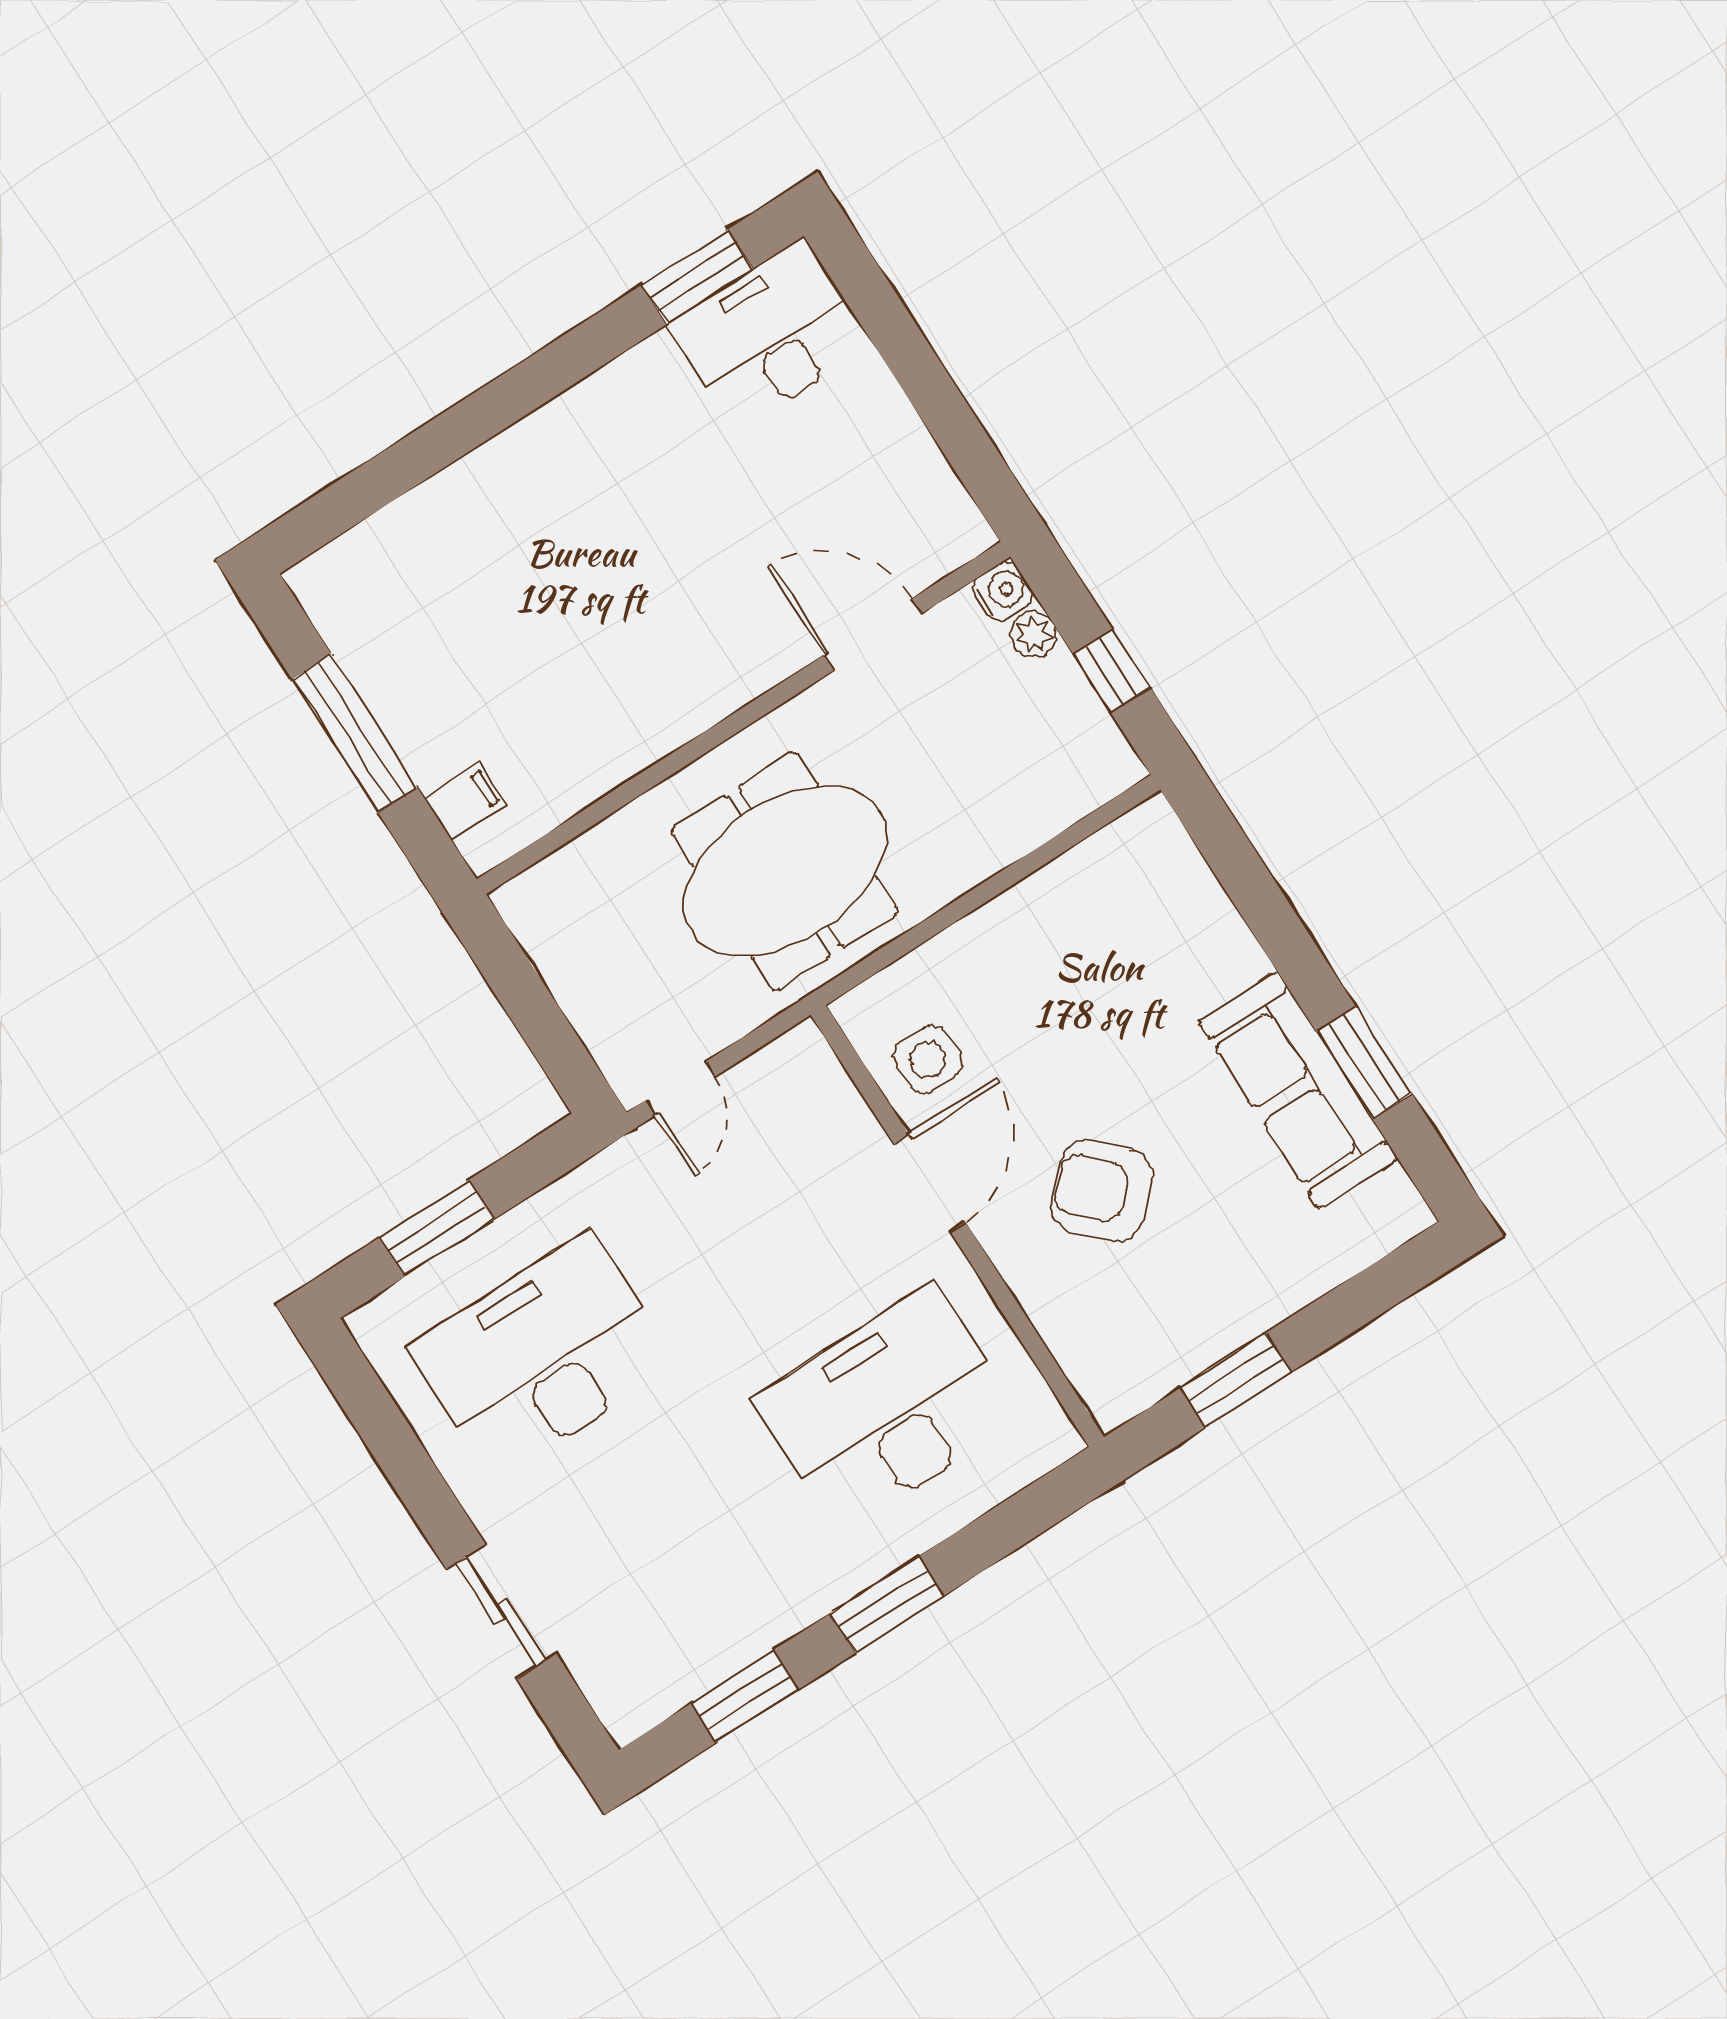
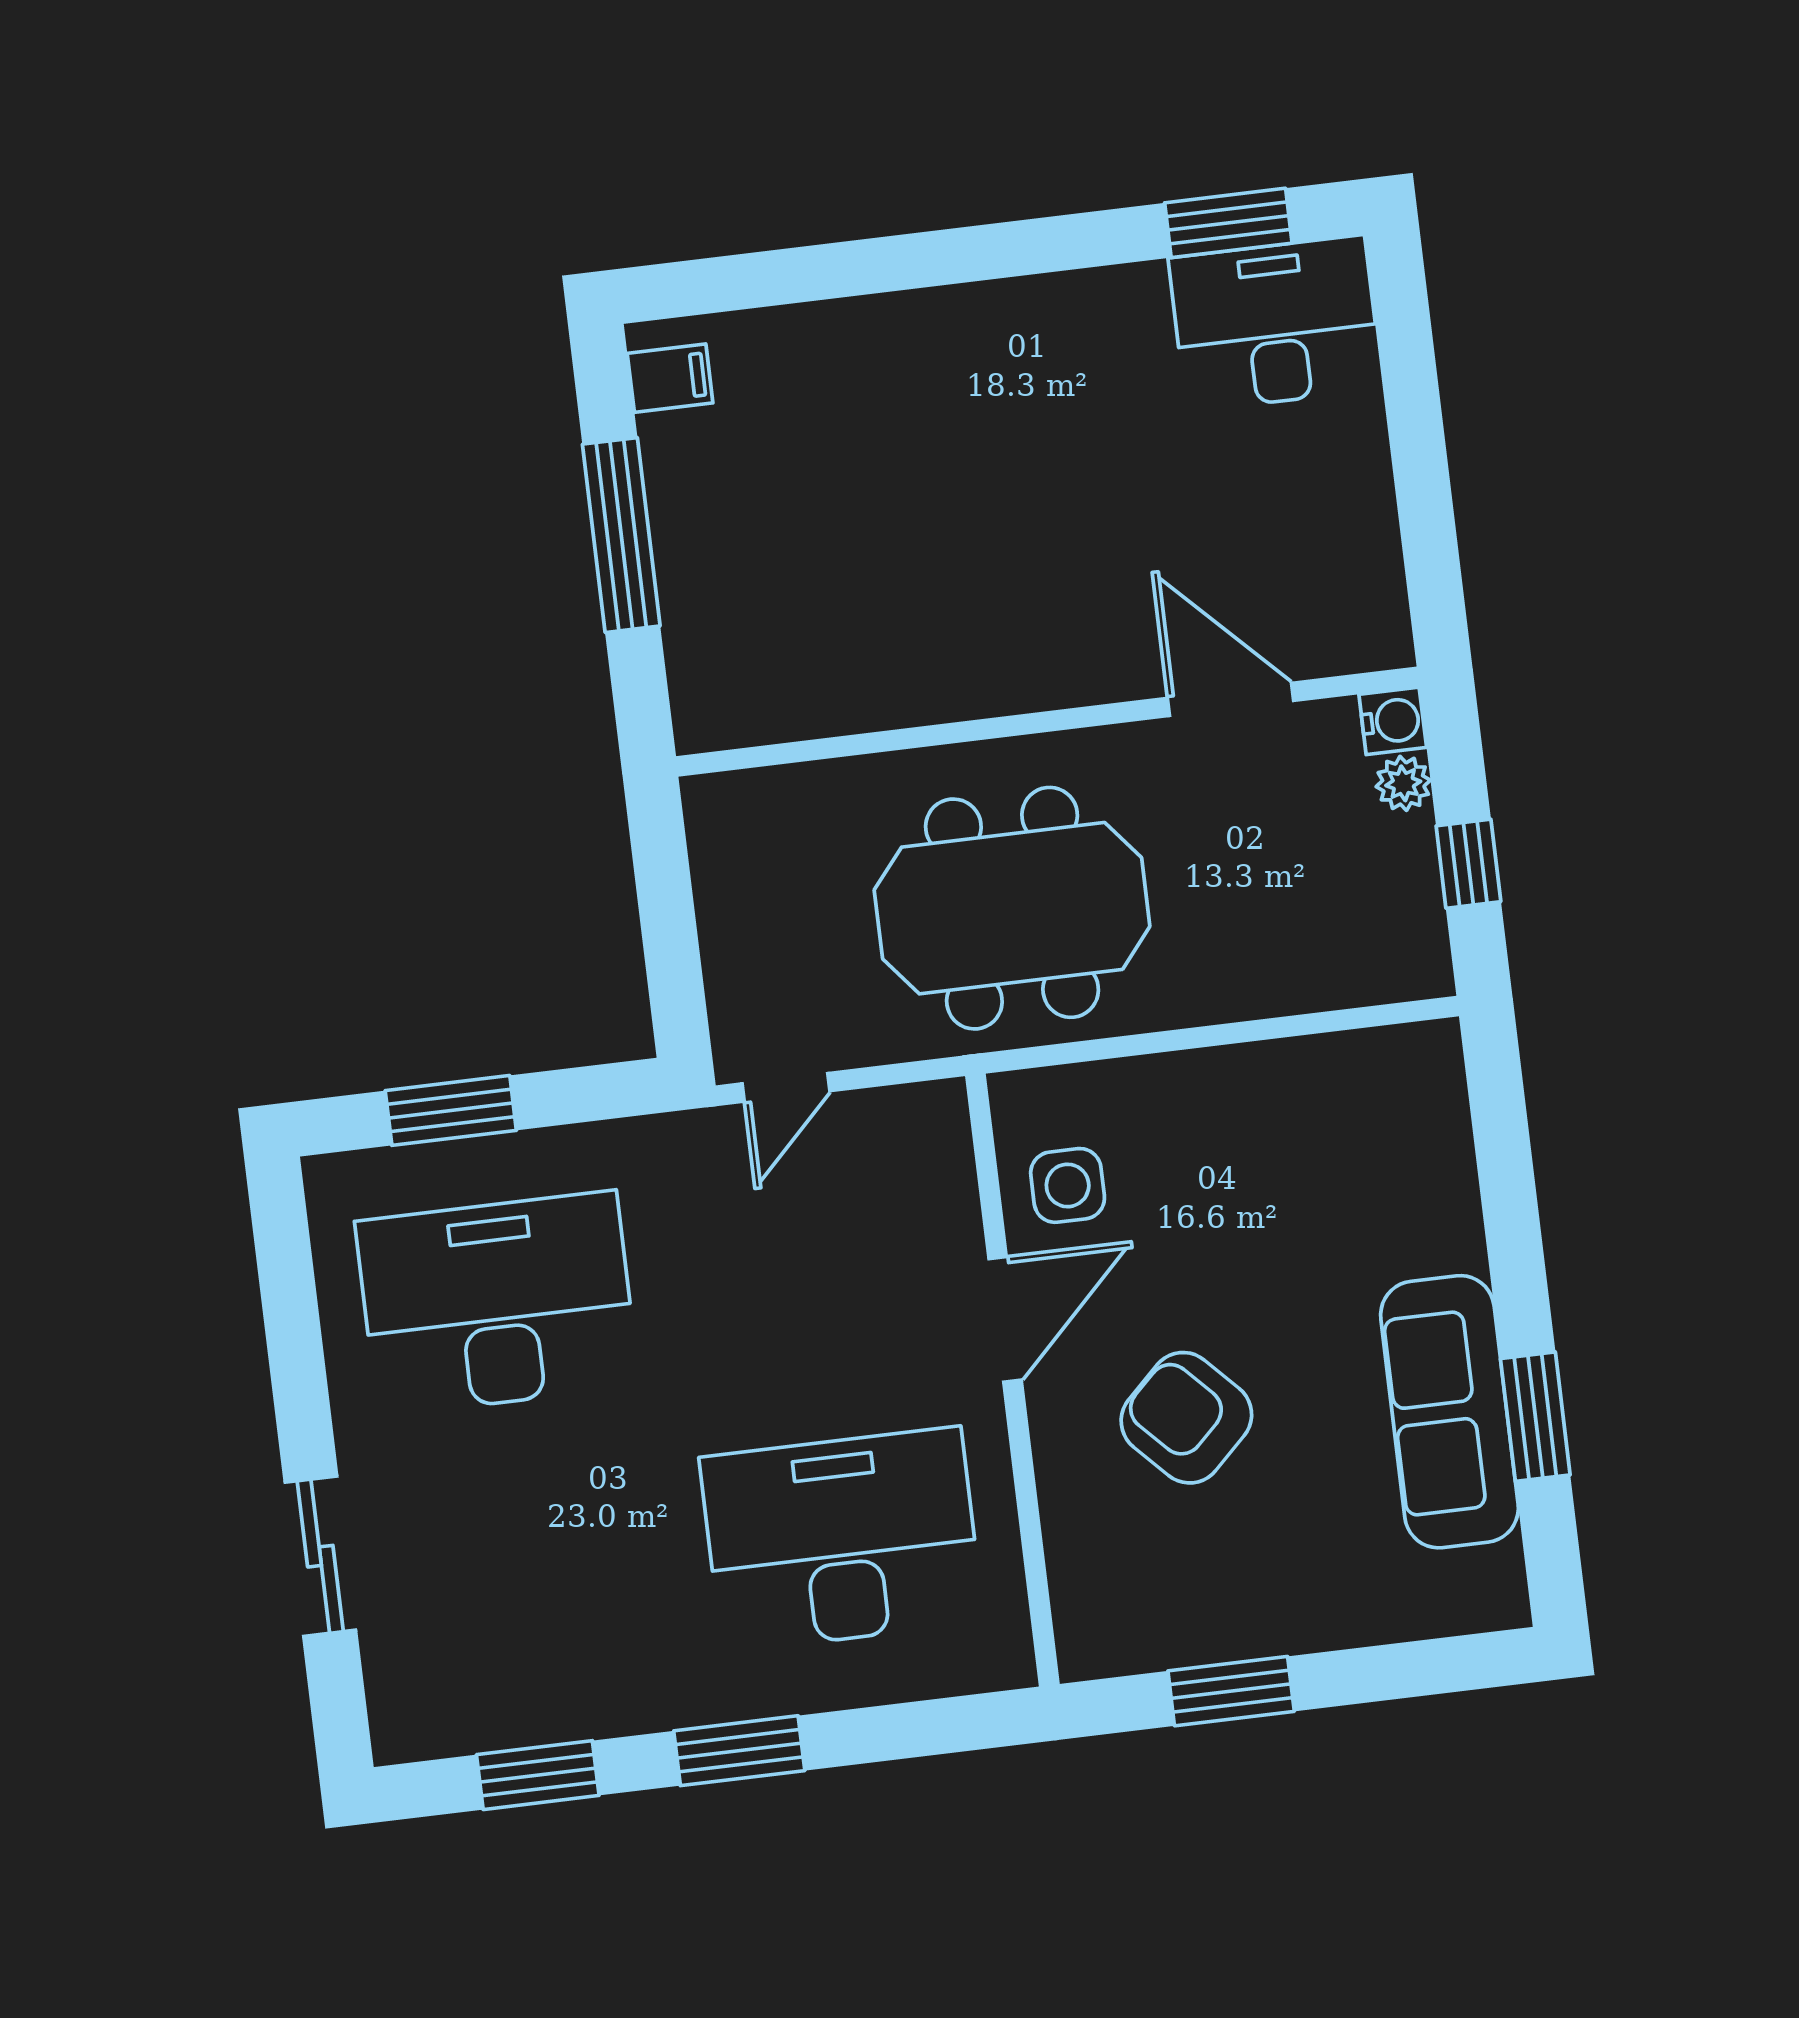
filing cabinet: (465, 801) -> (670, 378), moved

